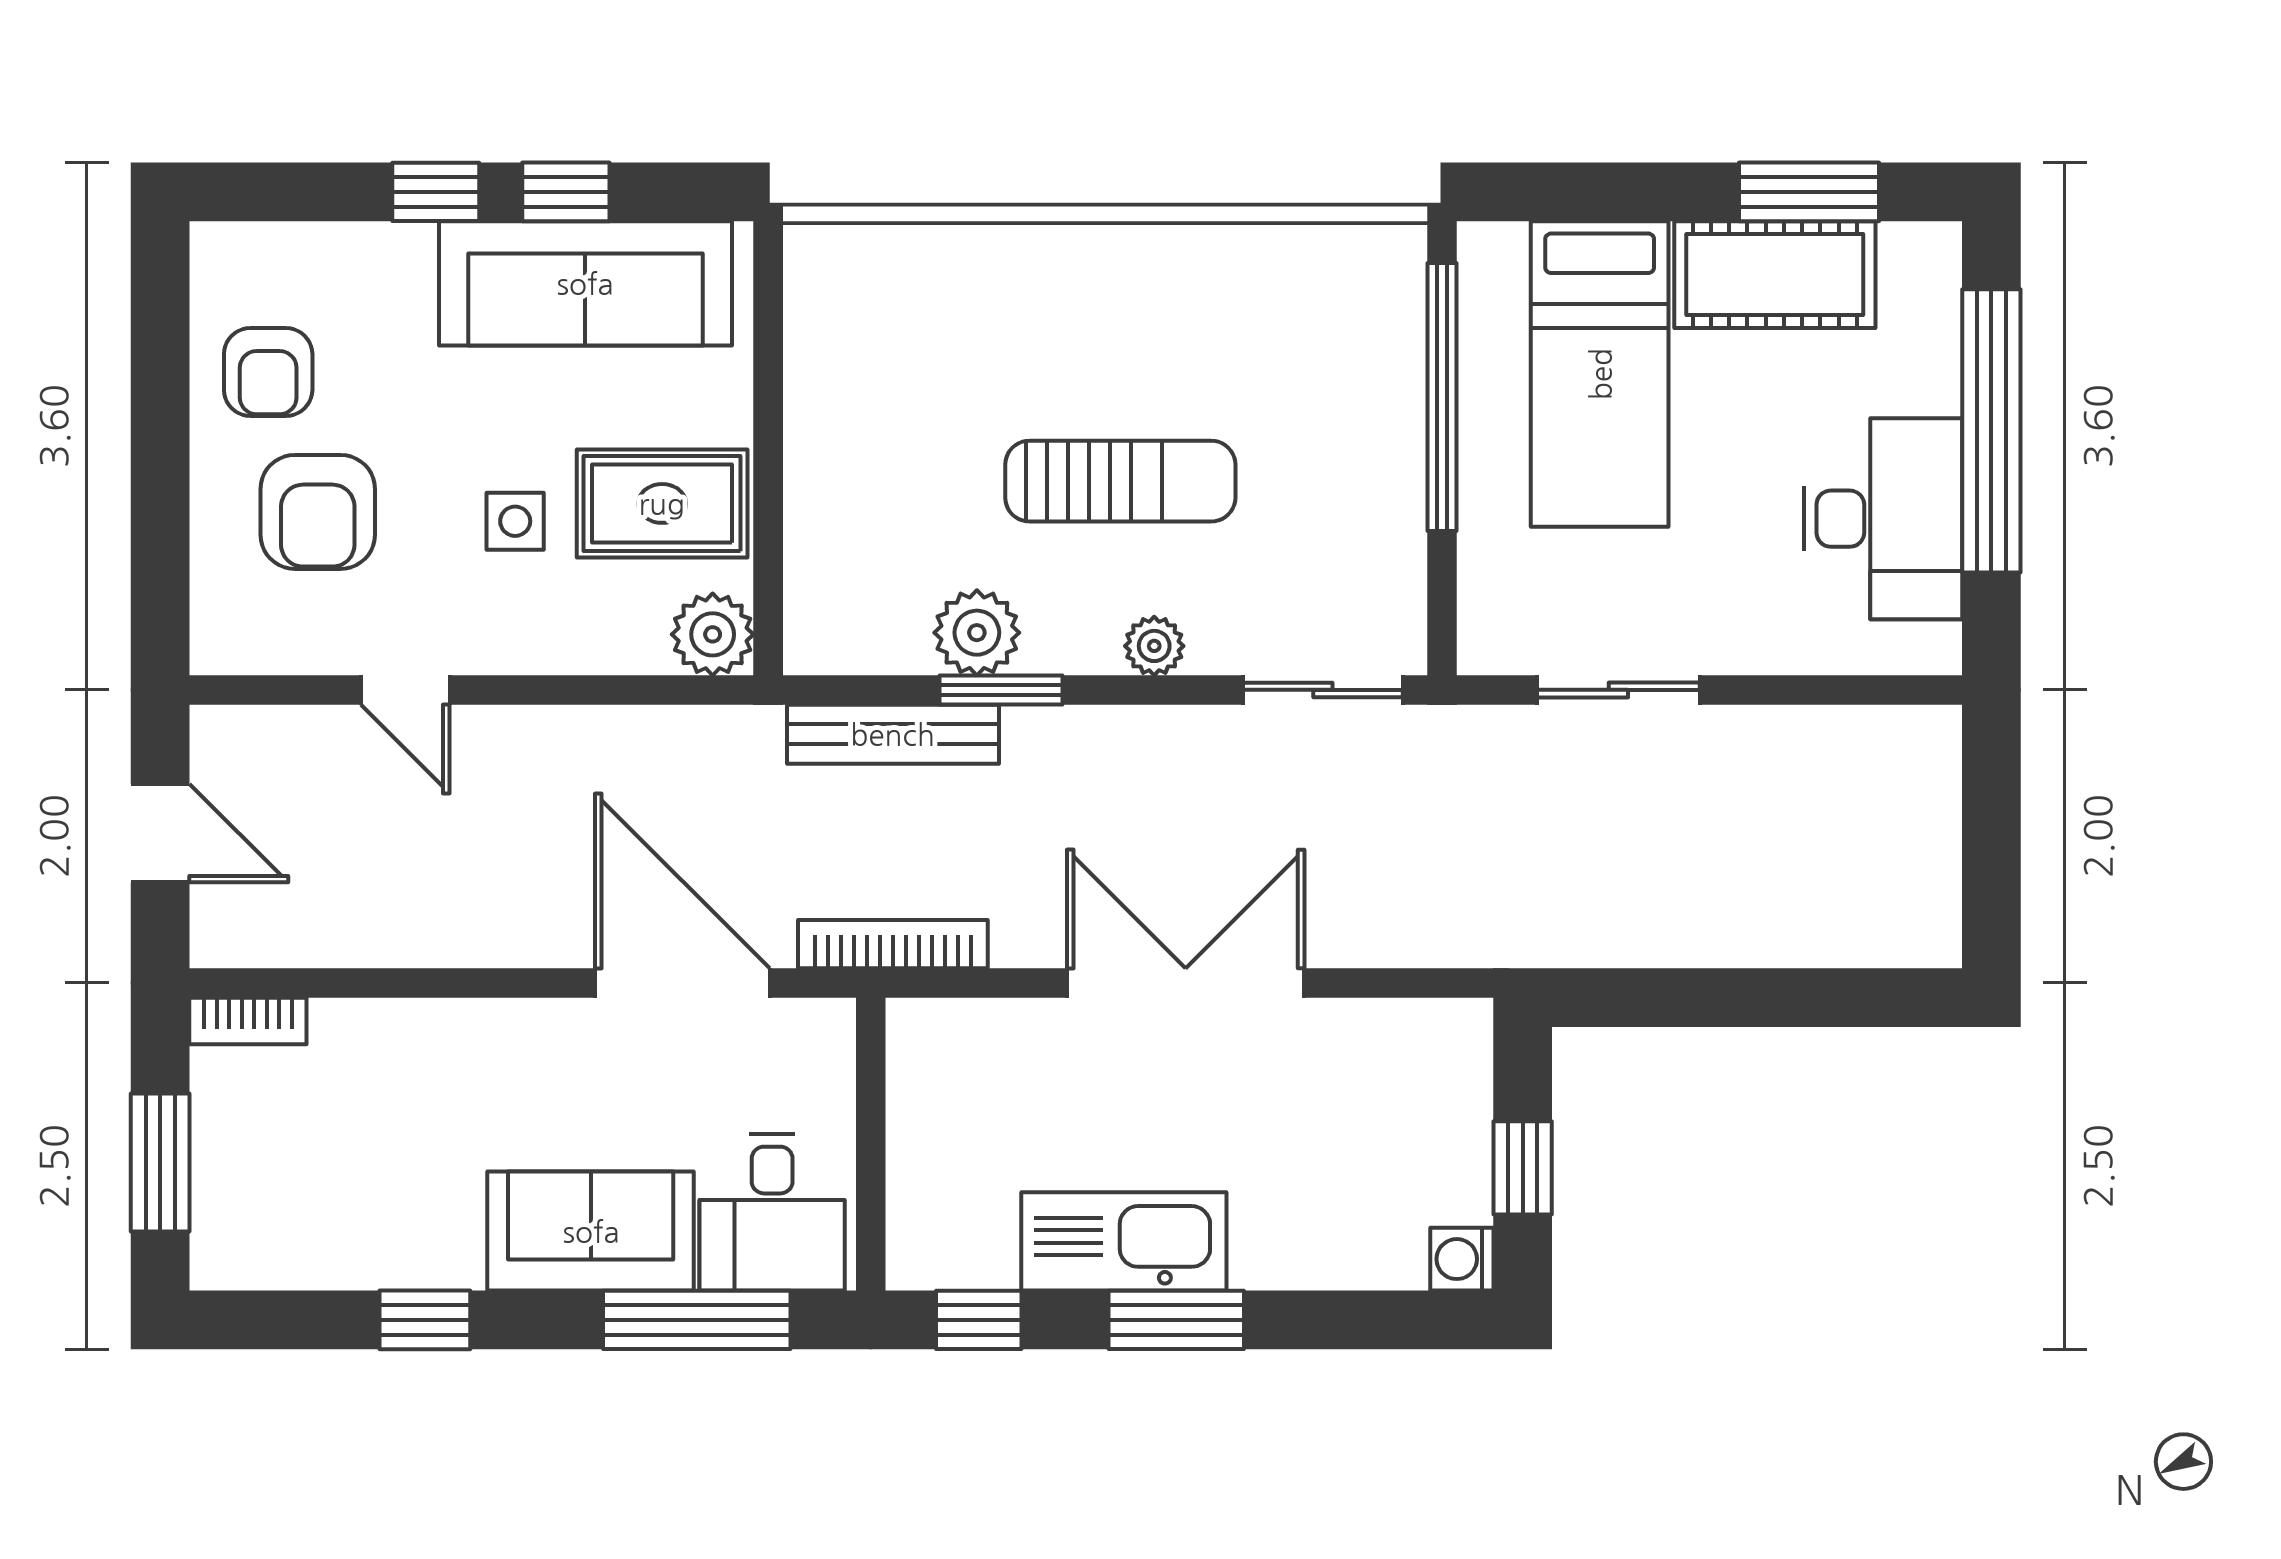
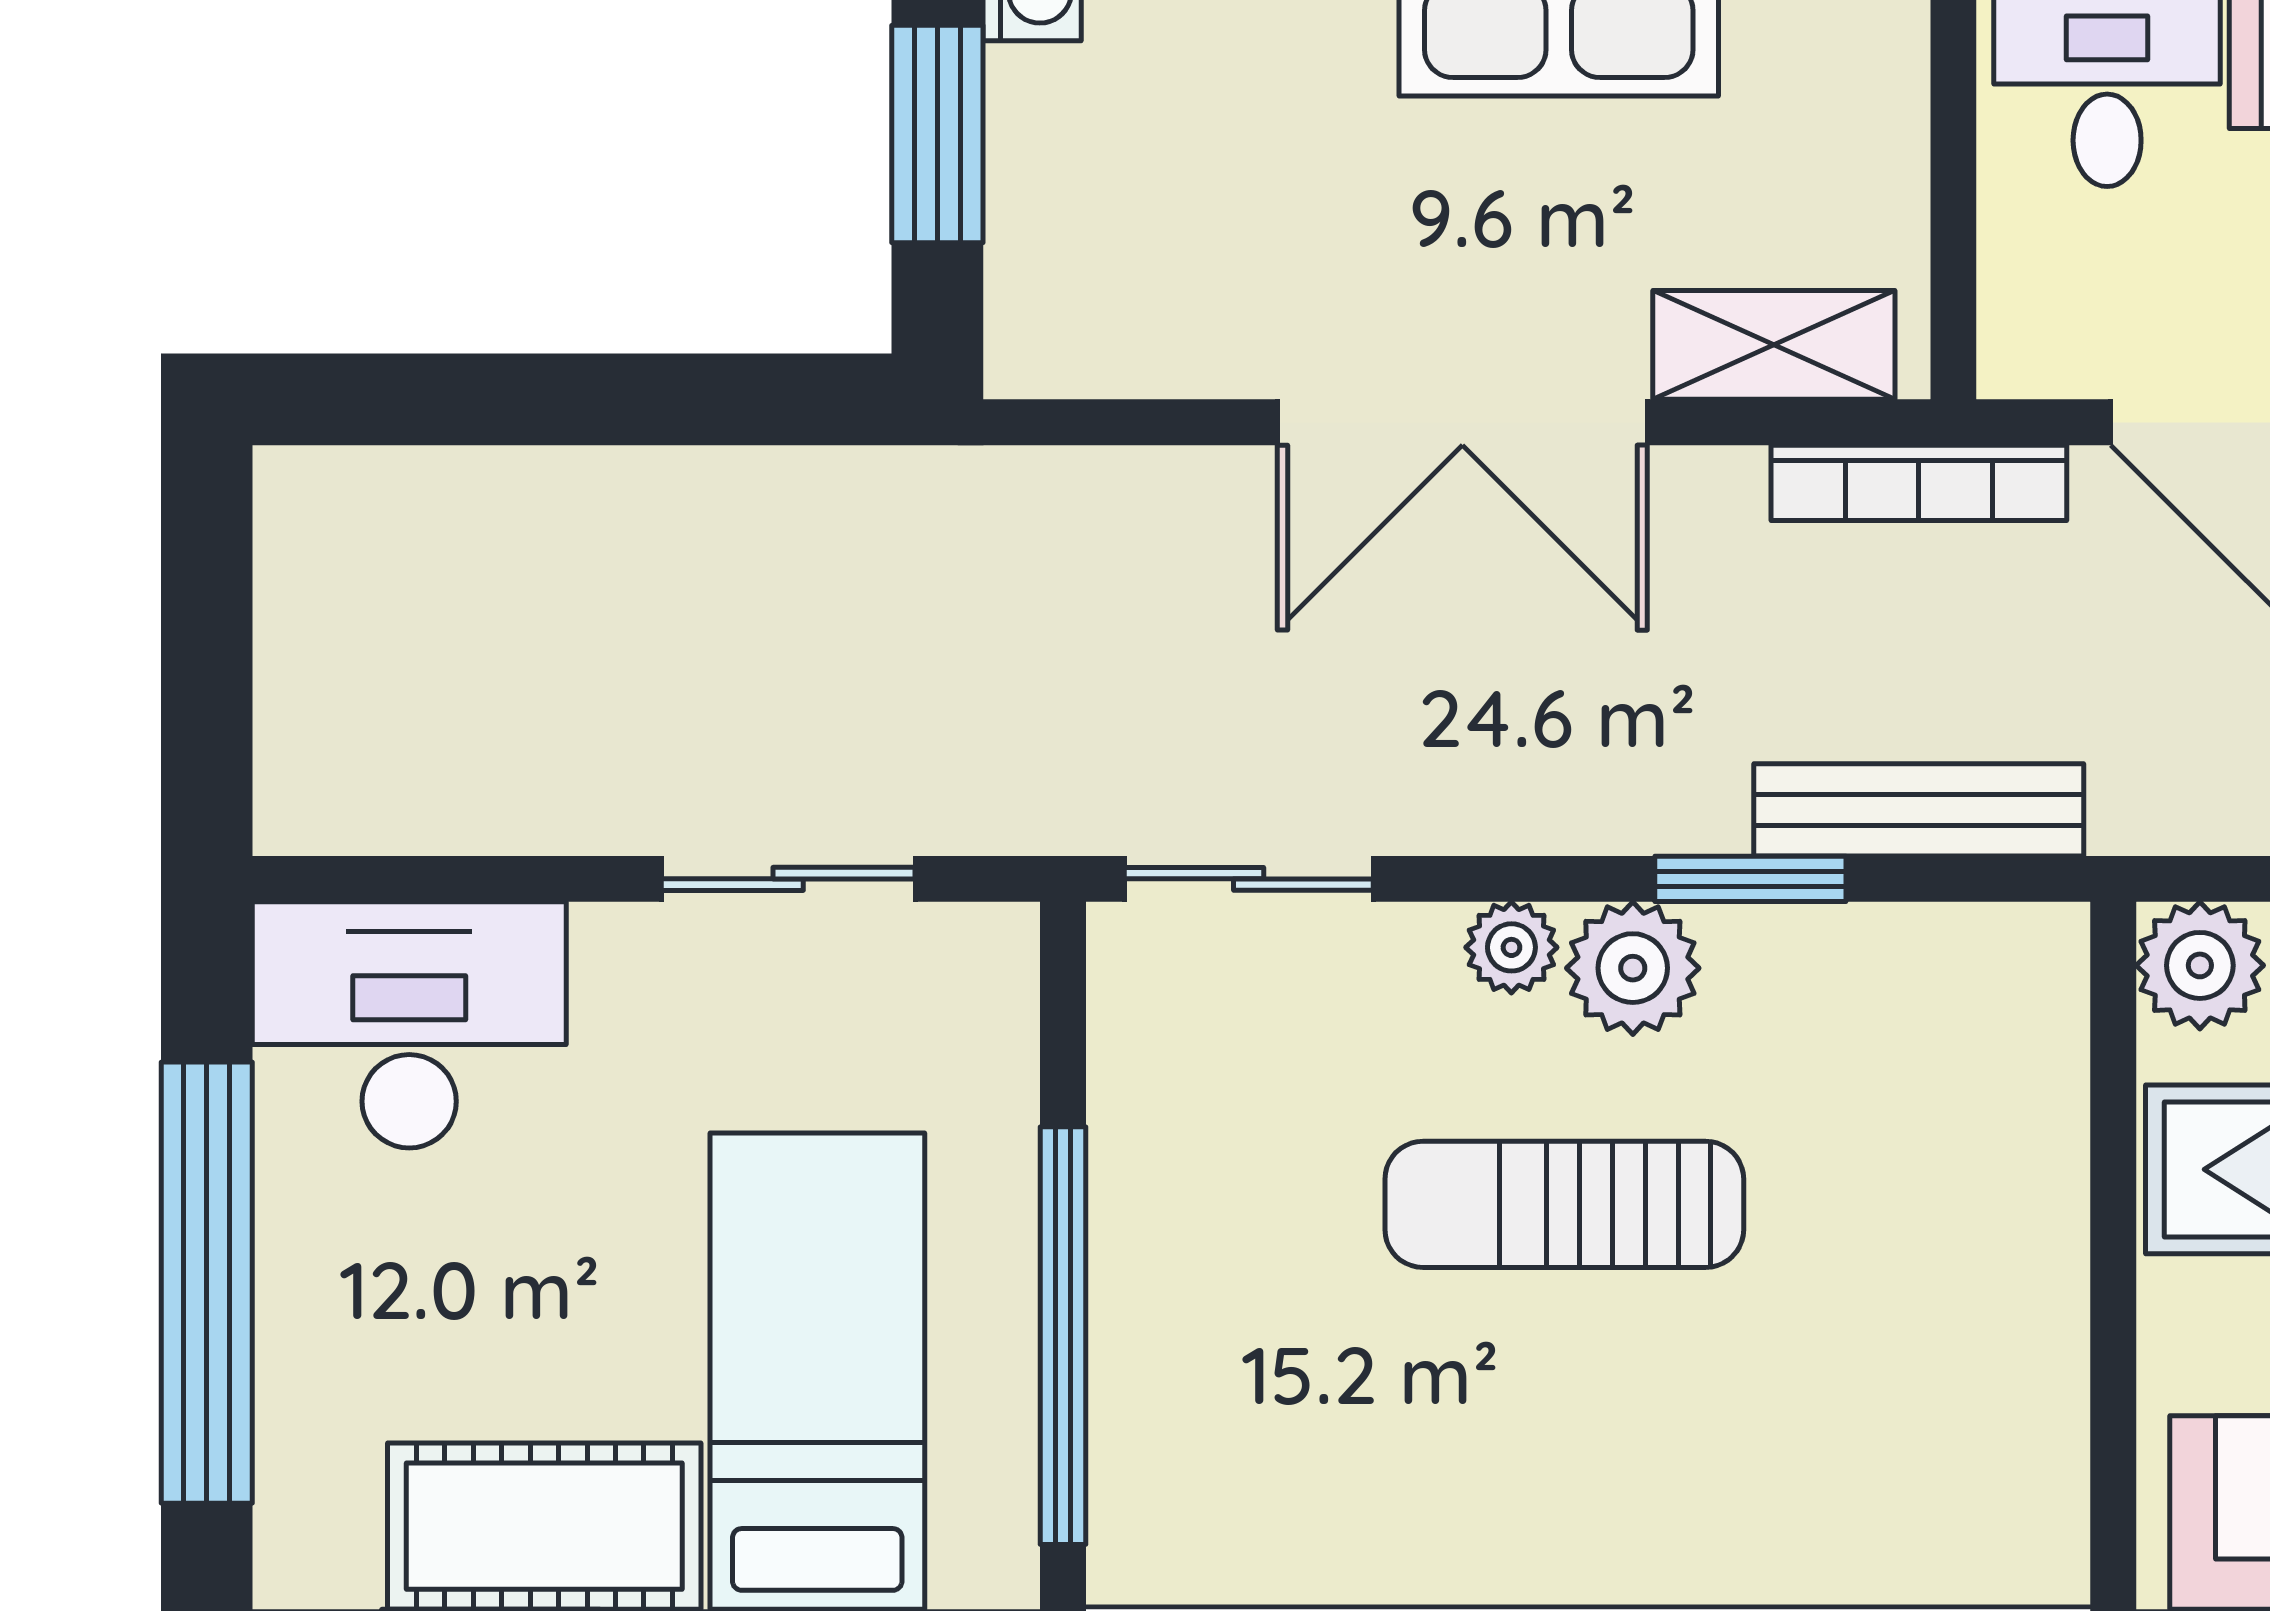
desk: (1883, 519) -> (409, 1025), moved, turned 90
plant: (977, 633) -> (1633, 968), moved
shelving: (986, 1033) -> (1774, 345), added
window: (1523, 1168) -> (937, 134), width x1.50

